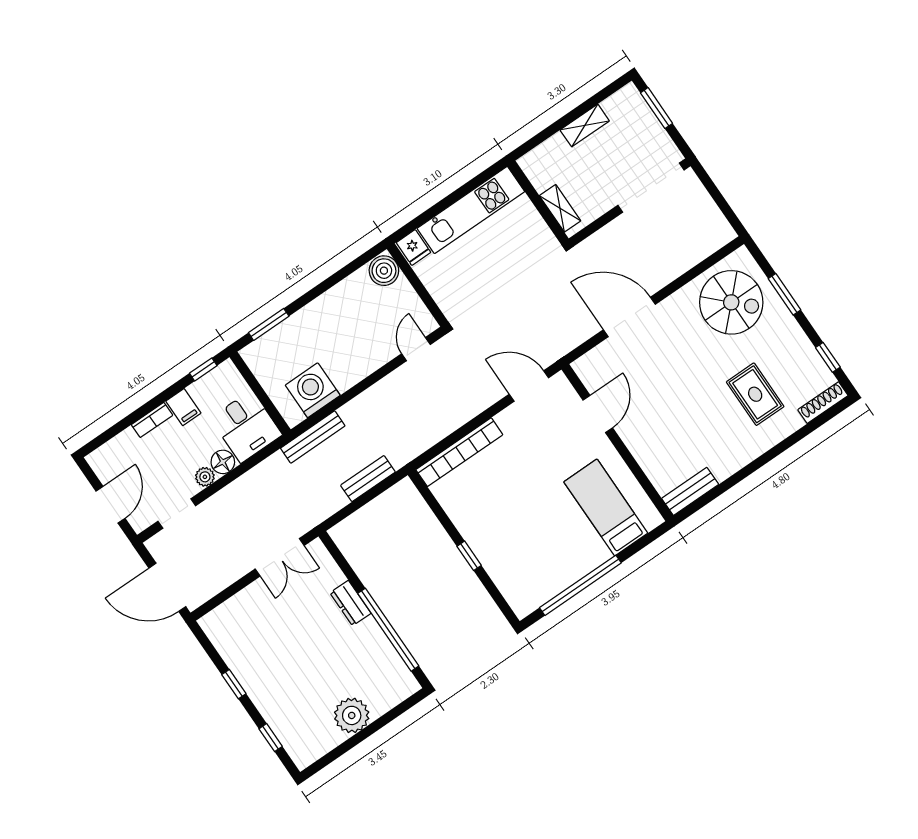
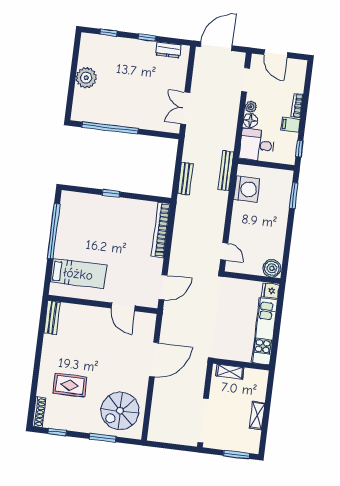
dresser: (350, 603) -> (168, 50), moved, turned 180

